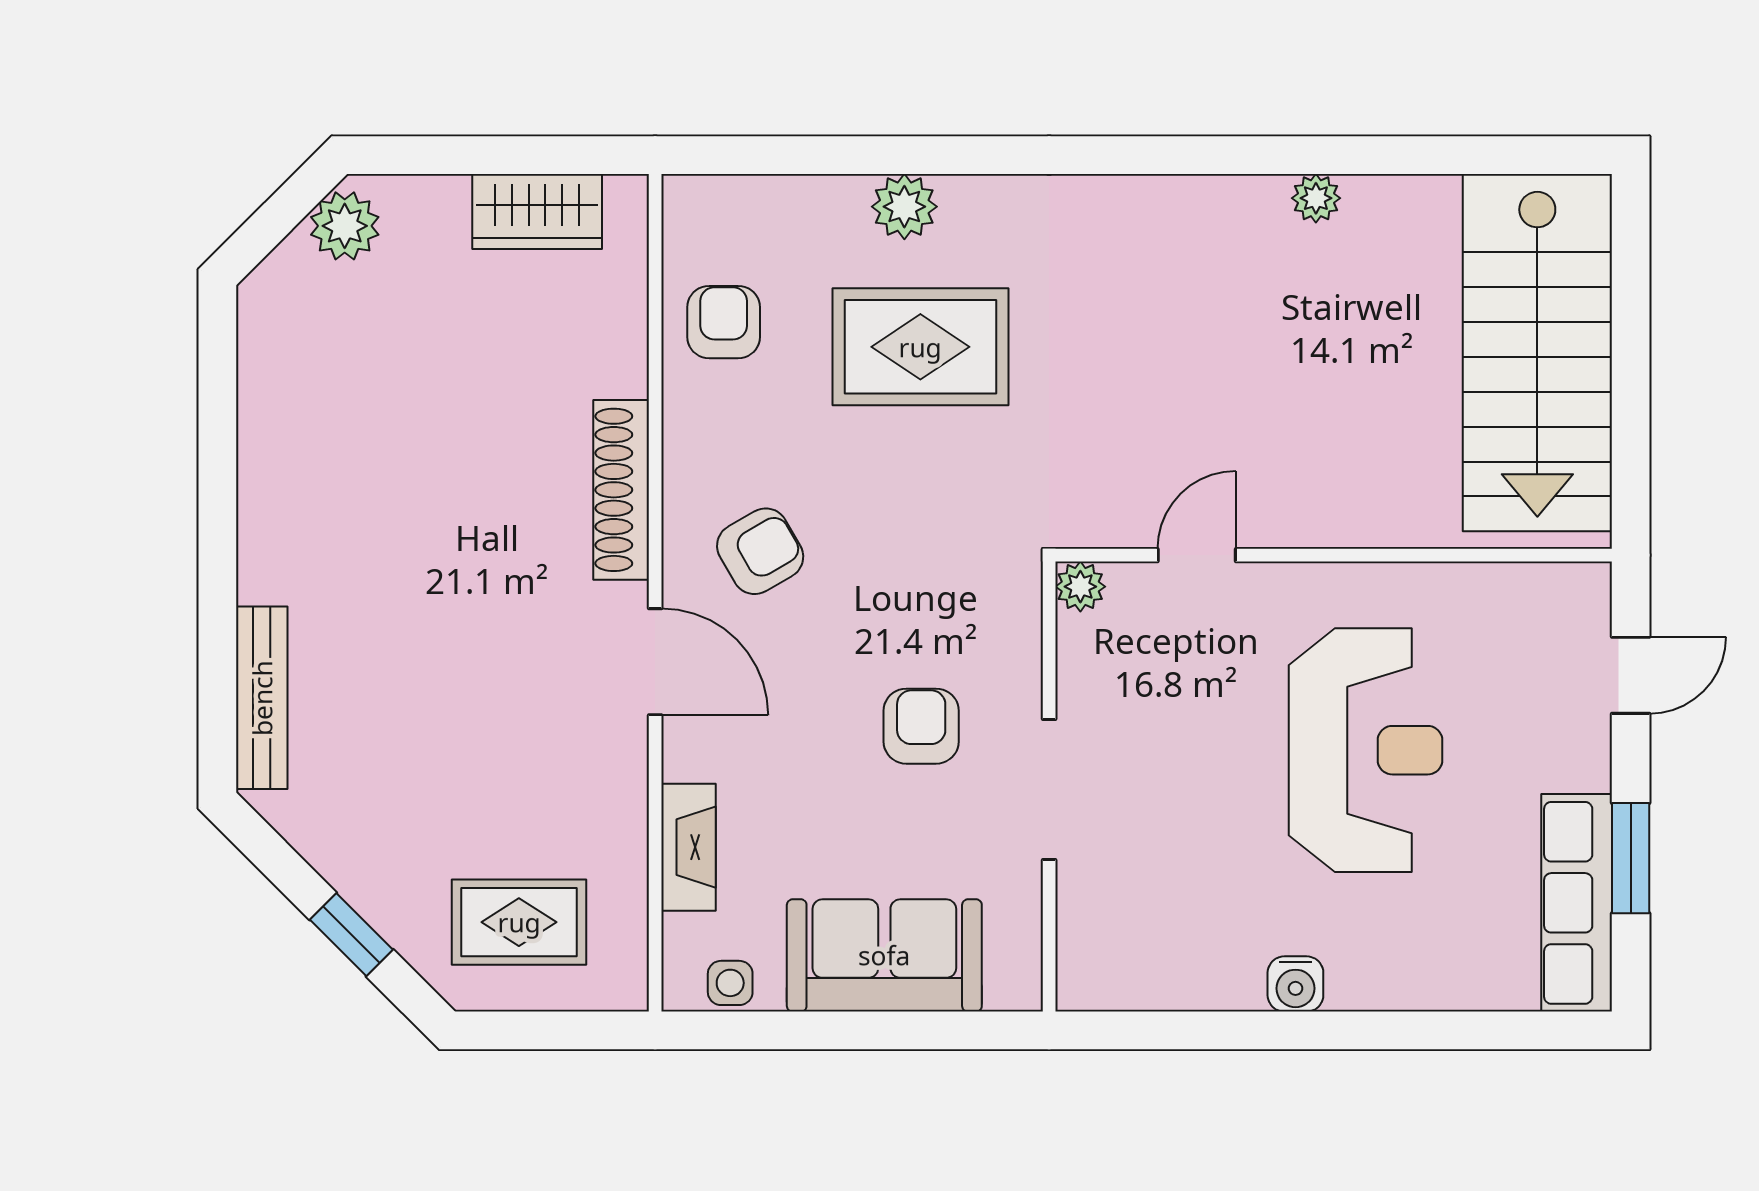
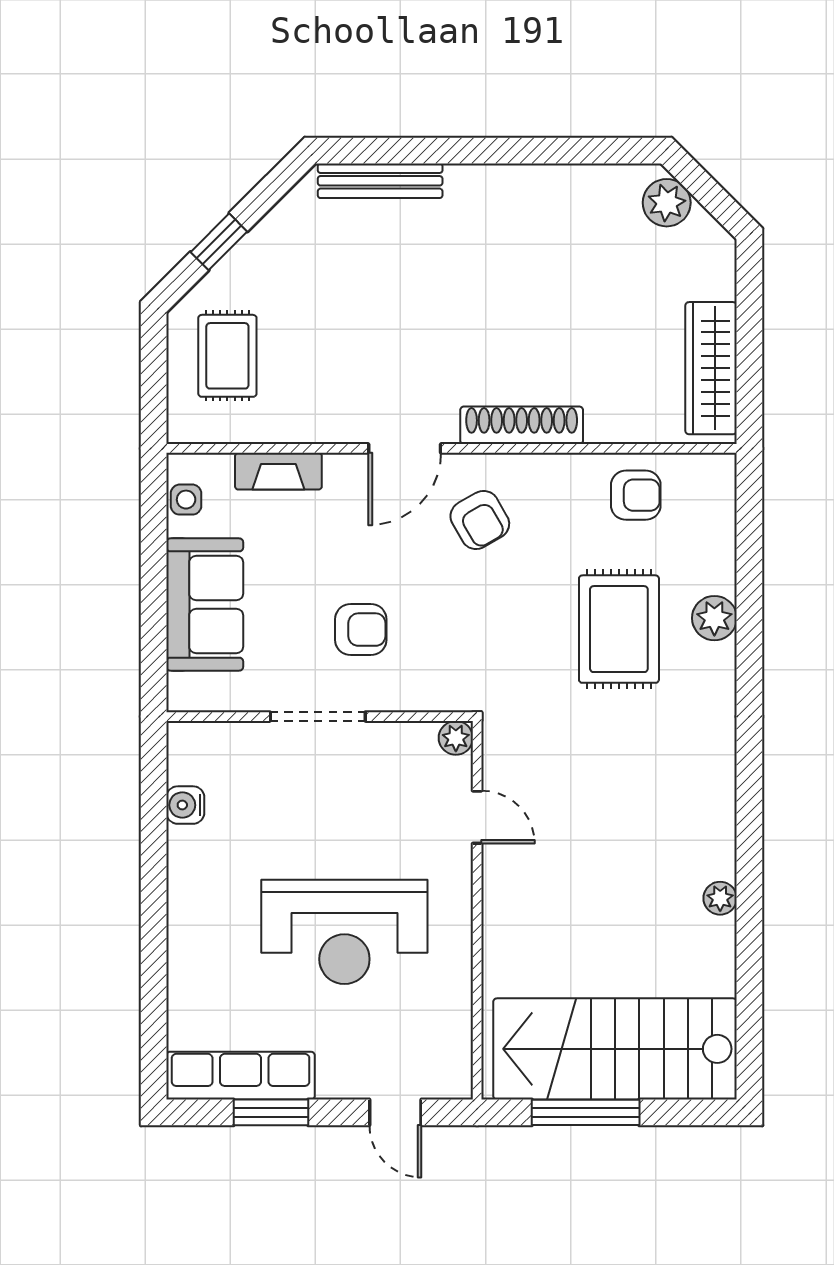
wardrobe: (537, 211) -> (711, 368), width x1.50
plant: (345, 226) -> (667, 203), moved
window: (1631, 396) -> (586, 1112), added
water cooler: (1295, 984) -> (185, 805), moved

